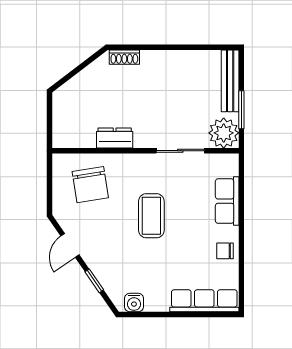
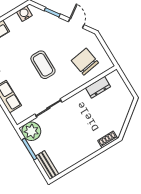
bench: (230, 81) -> (47, 165), width x0.73
dresser: (115, 138) -> (98, 87), moved

